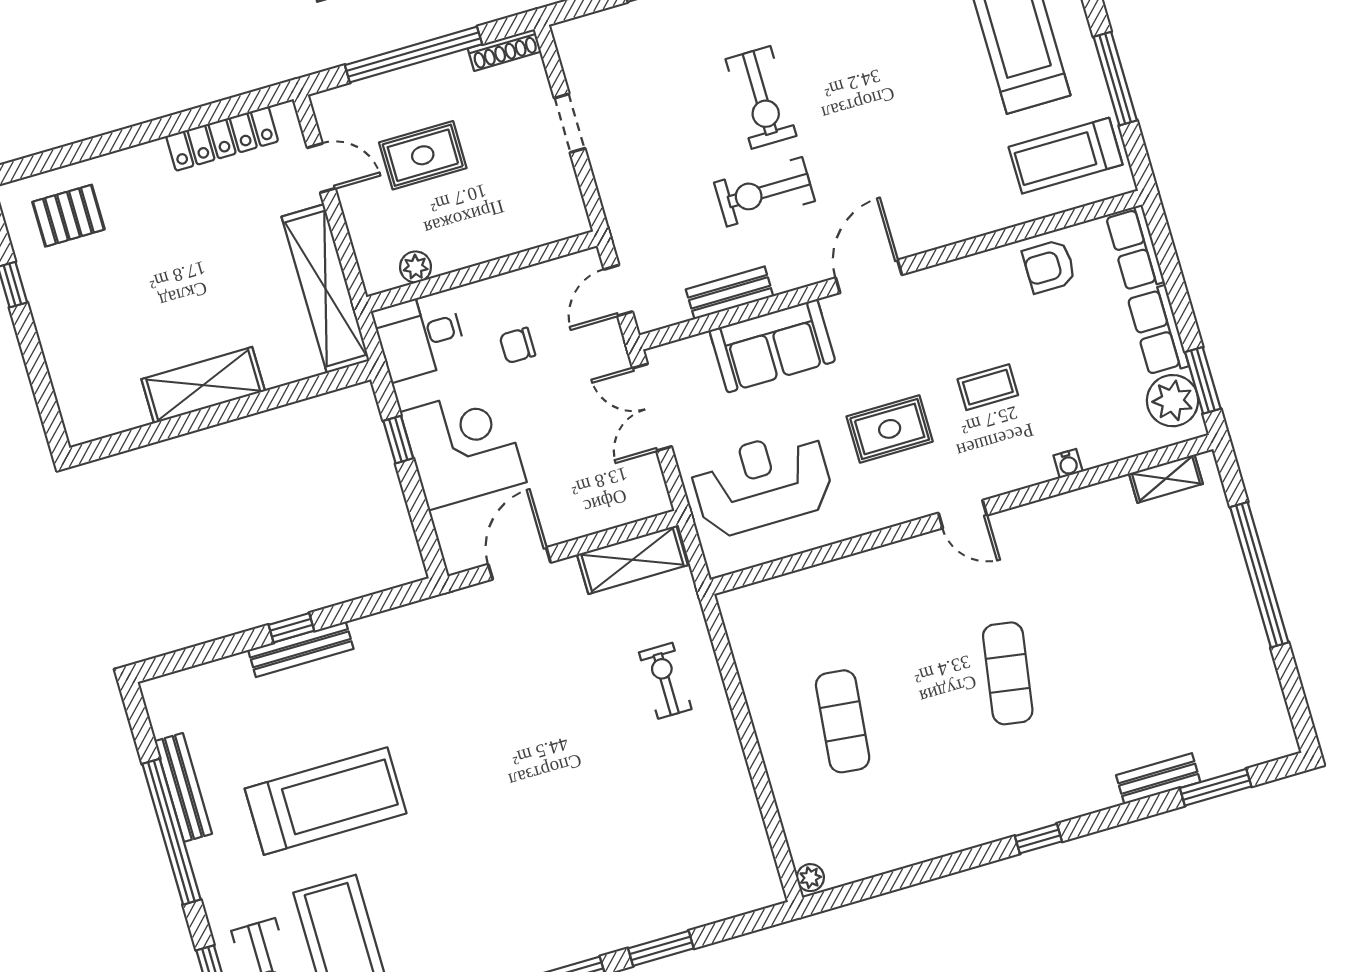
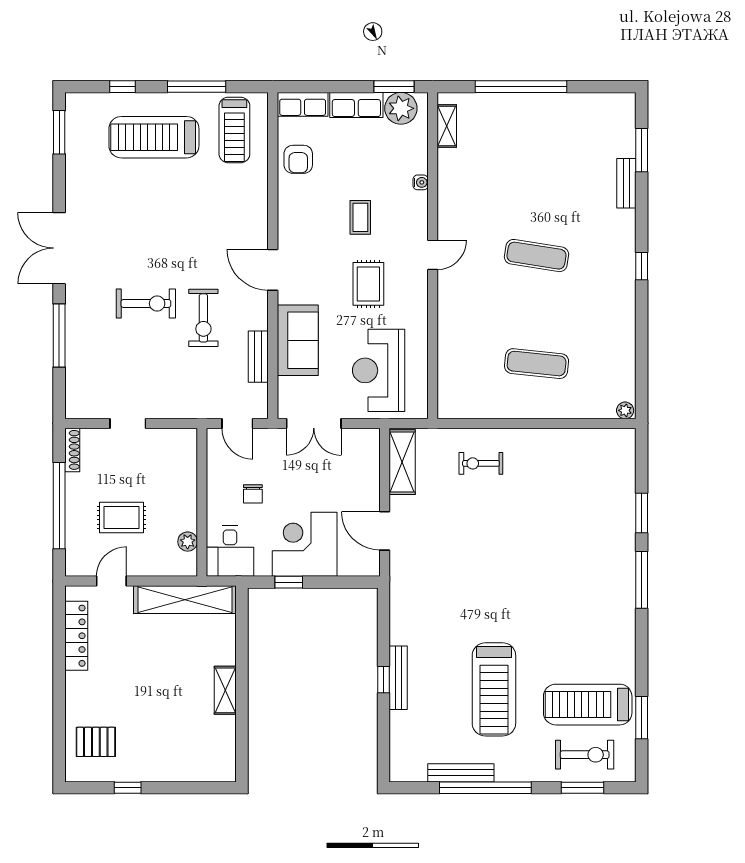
rug: (423, 155) -> (122, 518), turned 90
pallet: (68, 216) -> (96, 742), turned 90
shelving: (203, 385) -> (225, 690), width x0.67, depth x0.75
treadmill: (326, 801) -> (494, 689), turned 180

